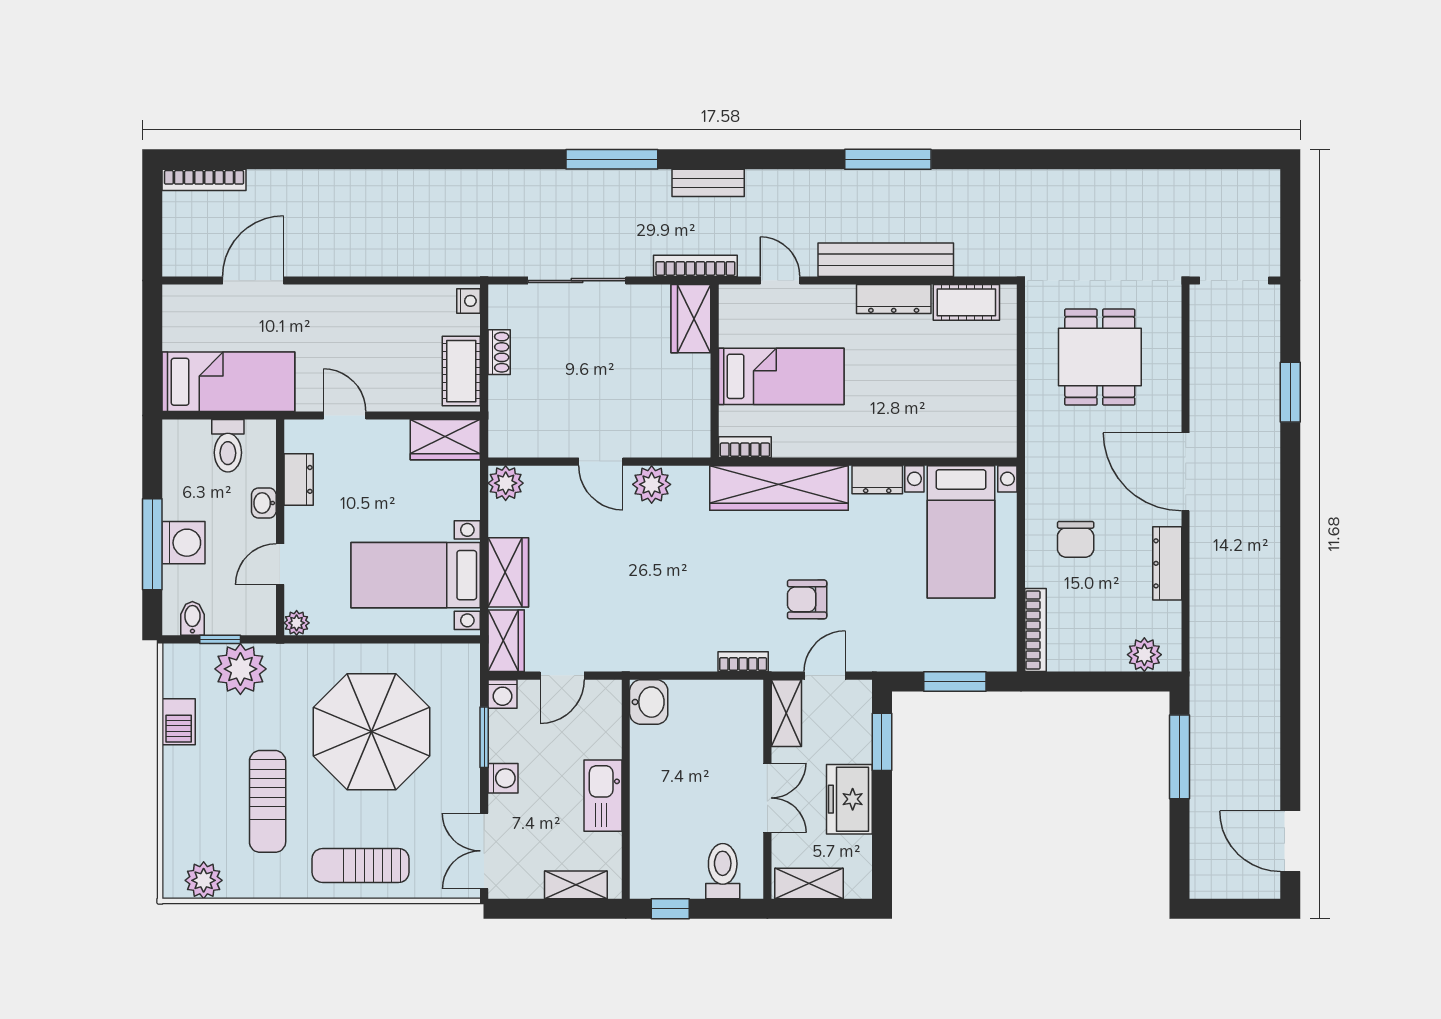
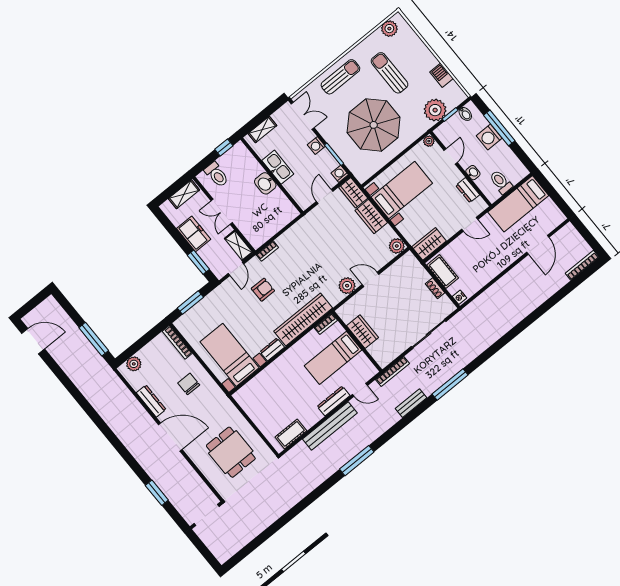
dresser: (894, 299) -> (334, 401), moved
wardrobe: (691, 319) -> (362, 332), moved
washbasin: (649, 702) -> (265, 183), moved

